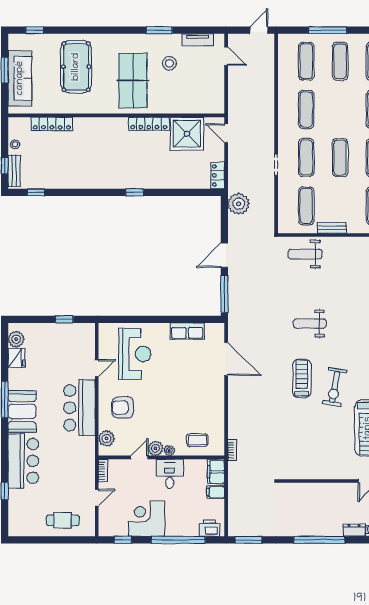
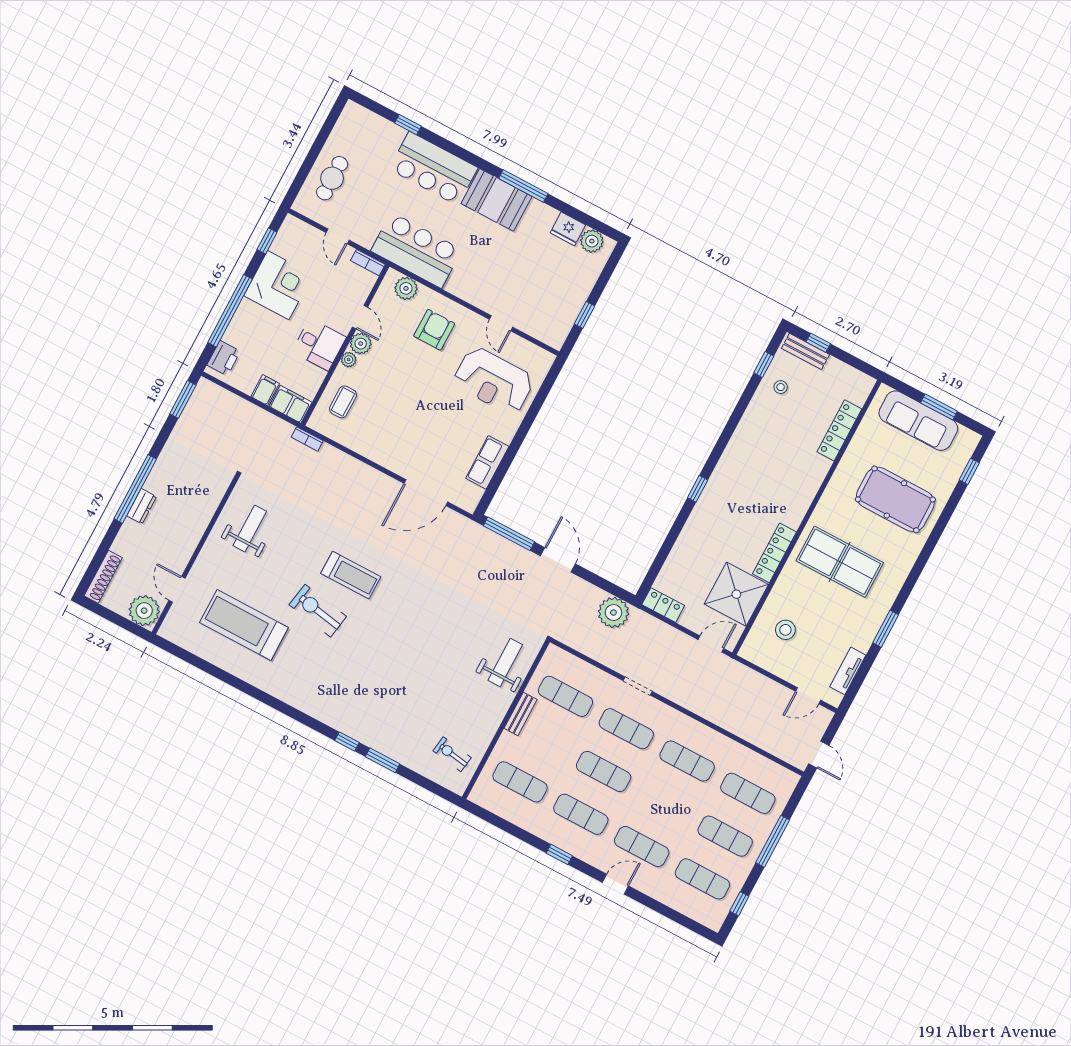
stool: (169, 63) -> (785, 630), moved
stool: (15, 144) -> (781, 387), moved
weight bench: (310, 324) -> (250, 528), moved
bar counter: (79, 408) -> (416, 250), moved
dresser: (354, 530) -> (142, 506), moved

